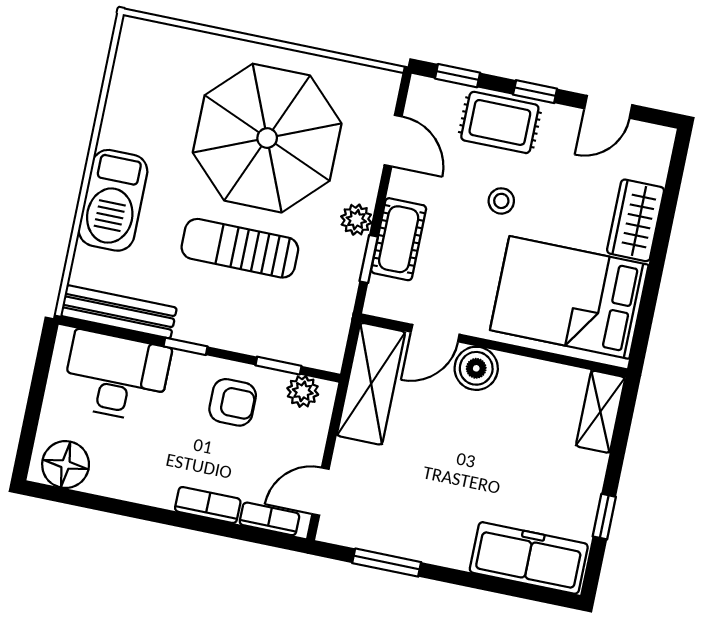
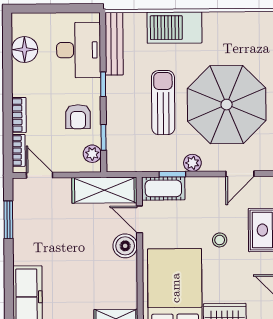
cot: (399, 239) -> (163, 188), moved
floor lamp: (66, 465) -> (25, 50), moved

